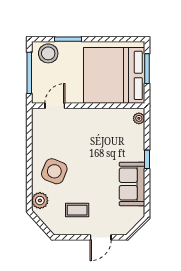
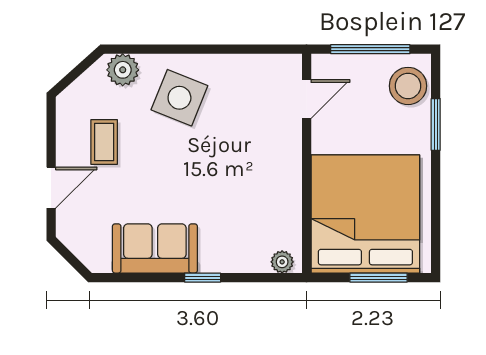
door: (55, 106) -> (307, 99), hinge flipped
door: (101, 237) -> (51, 188), swing flipped

